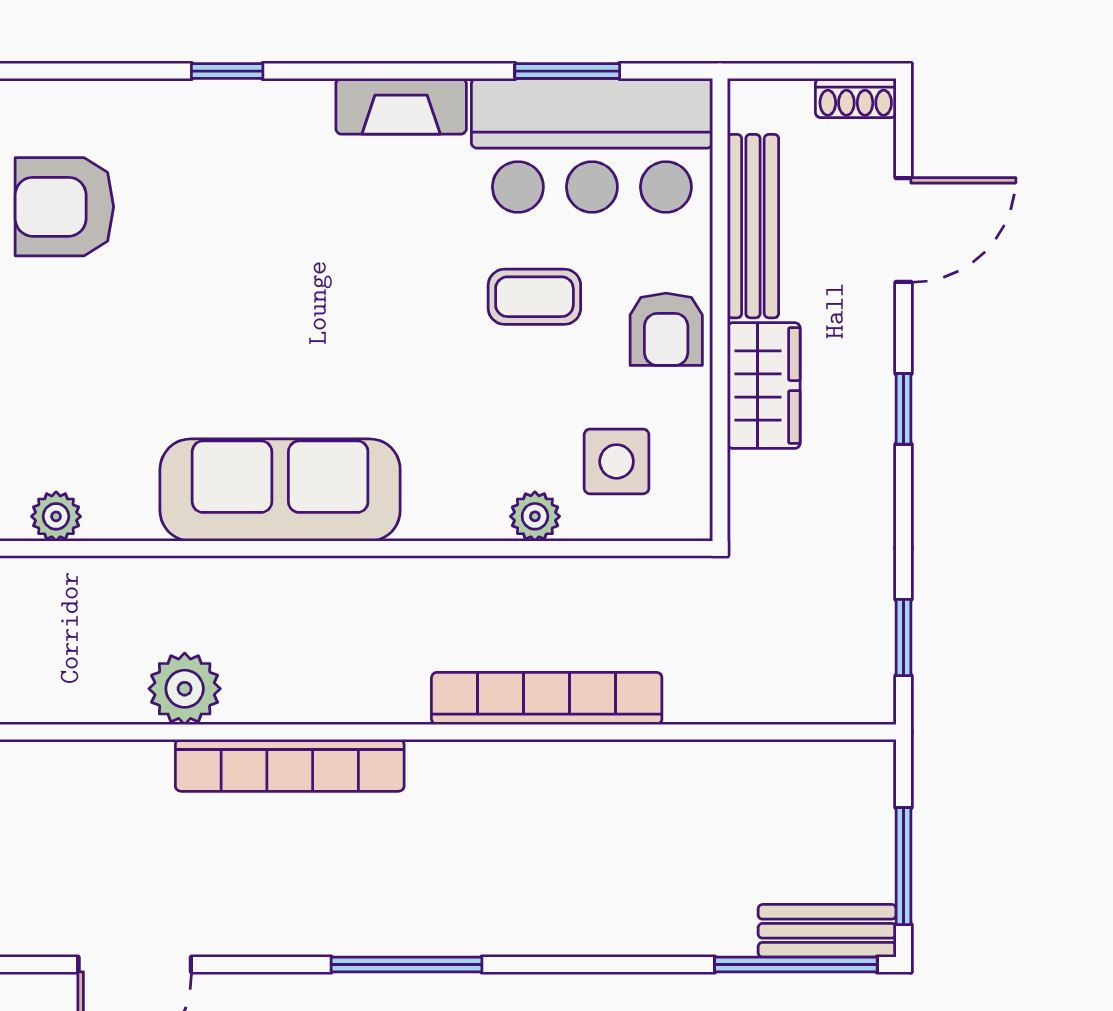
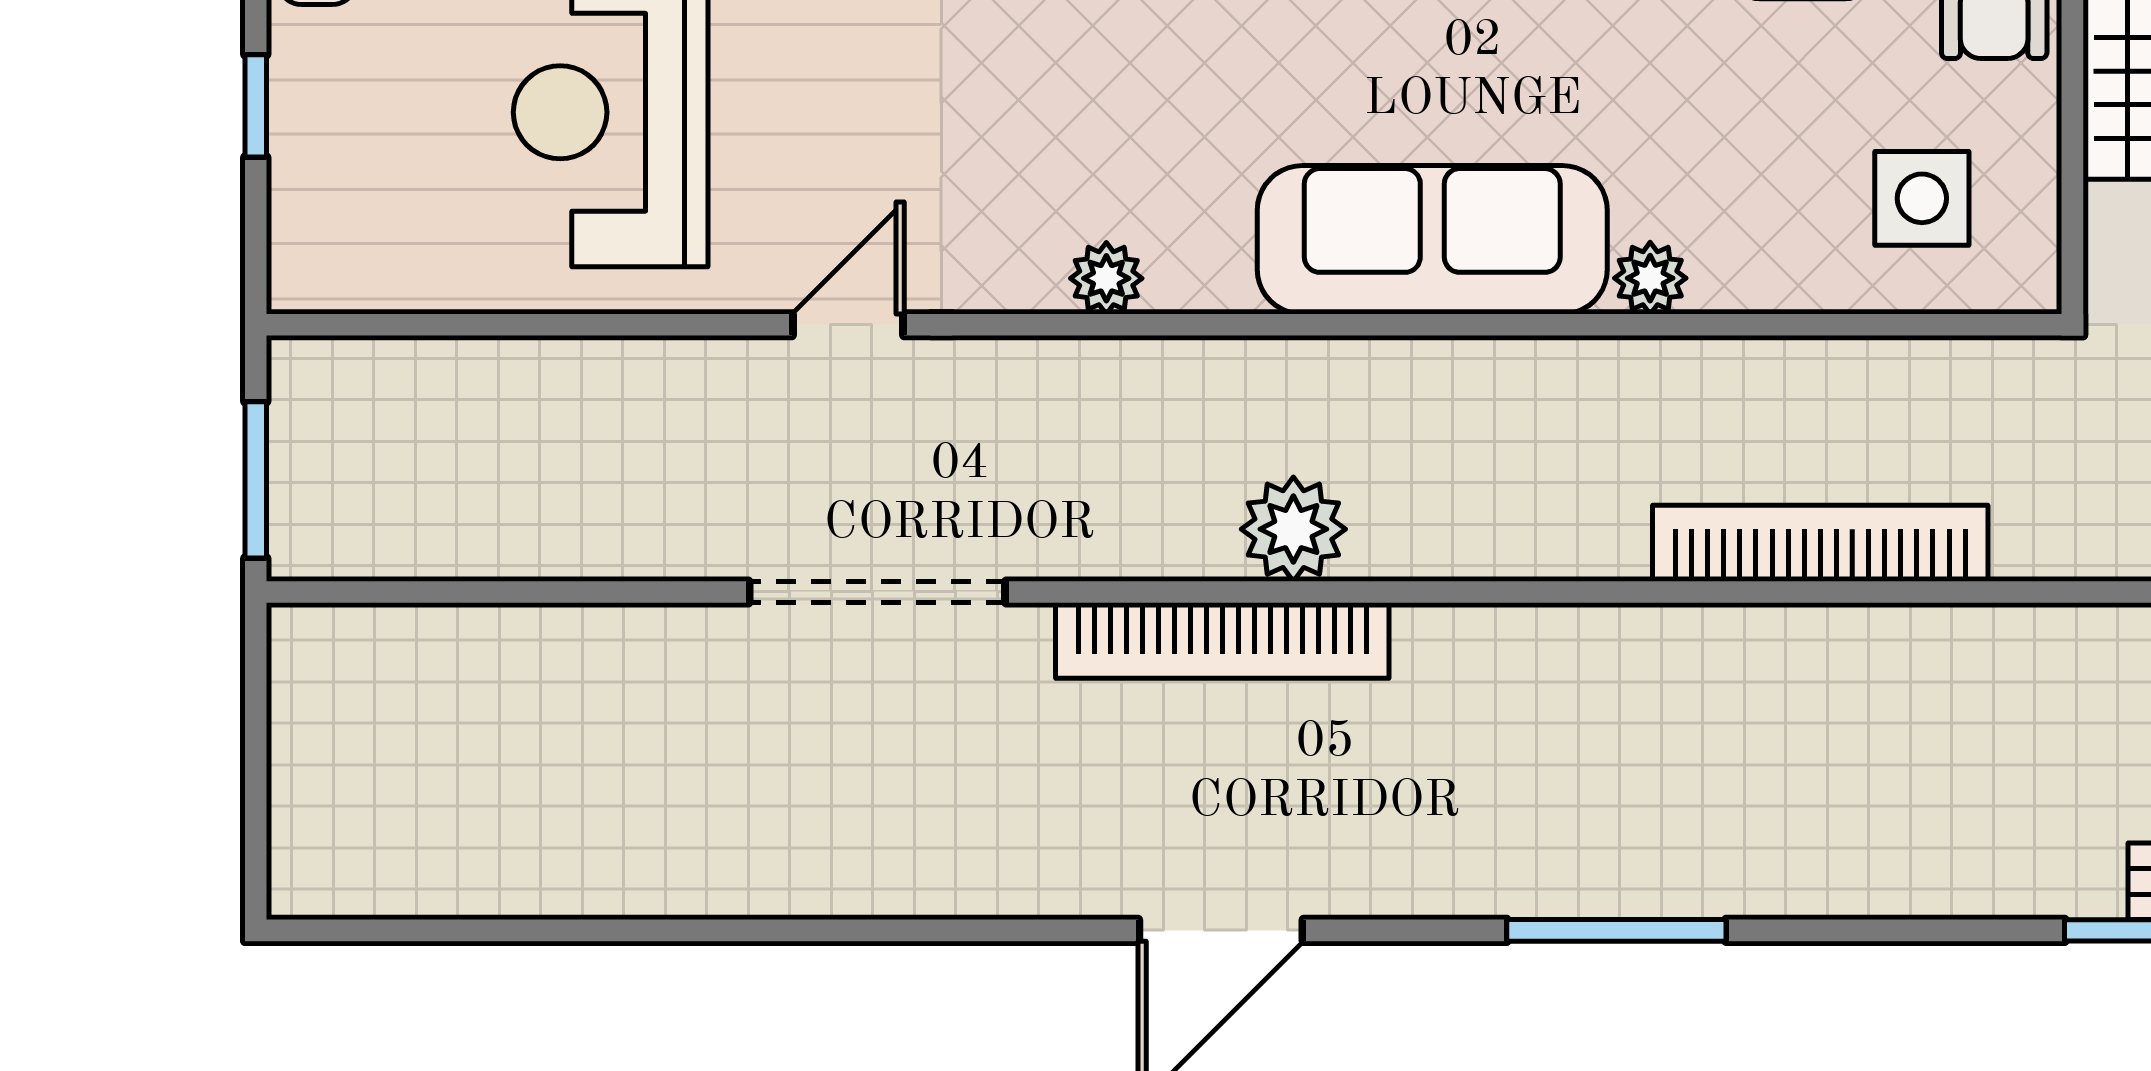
plant: (535, 516) -> (1650, 278), moved
bookcase: (290, 765) -> (1222, 640), moved

